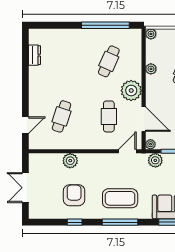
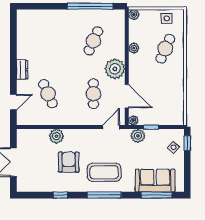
dresser: (35, 55) -> (22, 70), moved
cafe table: (62, 116) -> (48, 94), turned -42
armchair: (74, 195) -> (69, 162), moved

